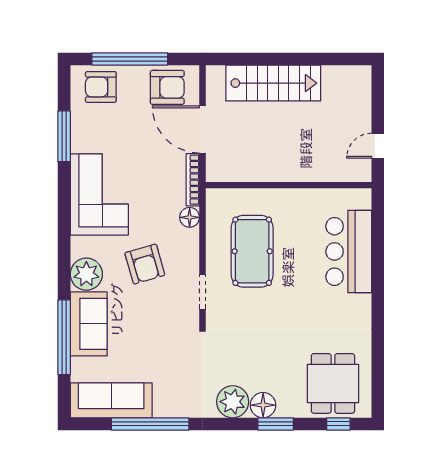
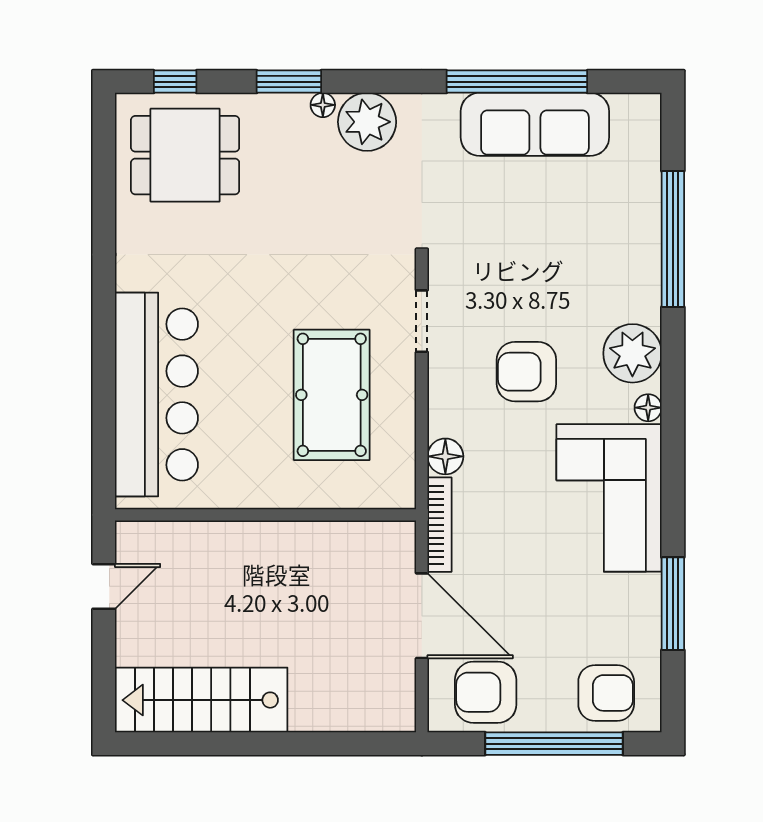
stairs: (273, 83) -> (201, 700), moved
floor lamp: (78, 244) -> (648, 408), added
bar counter: (349, 251) -> (156, 394), width x1.36
armchair: (145, 264) -> (526, 372), turned -74
sofa: (89, 324) -> (628, 263), removed
dining table: (333, 383) -> (185, 155), turned 90
sofa: (111, 400) -> (535, 124), moved
floor lamp: (263, 405) -> (323, 105), width x0.53, depth x0.53

